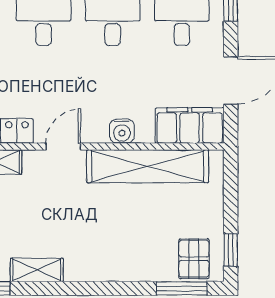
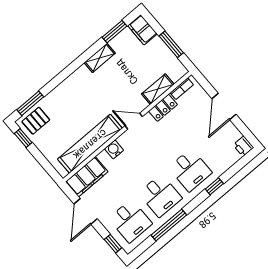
door: (63, 146) -> (134, 121), swing flipped
pallet: (194, 259) -> (36, 121), turned 90

